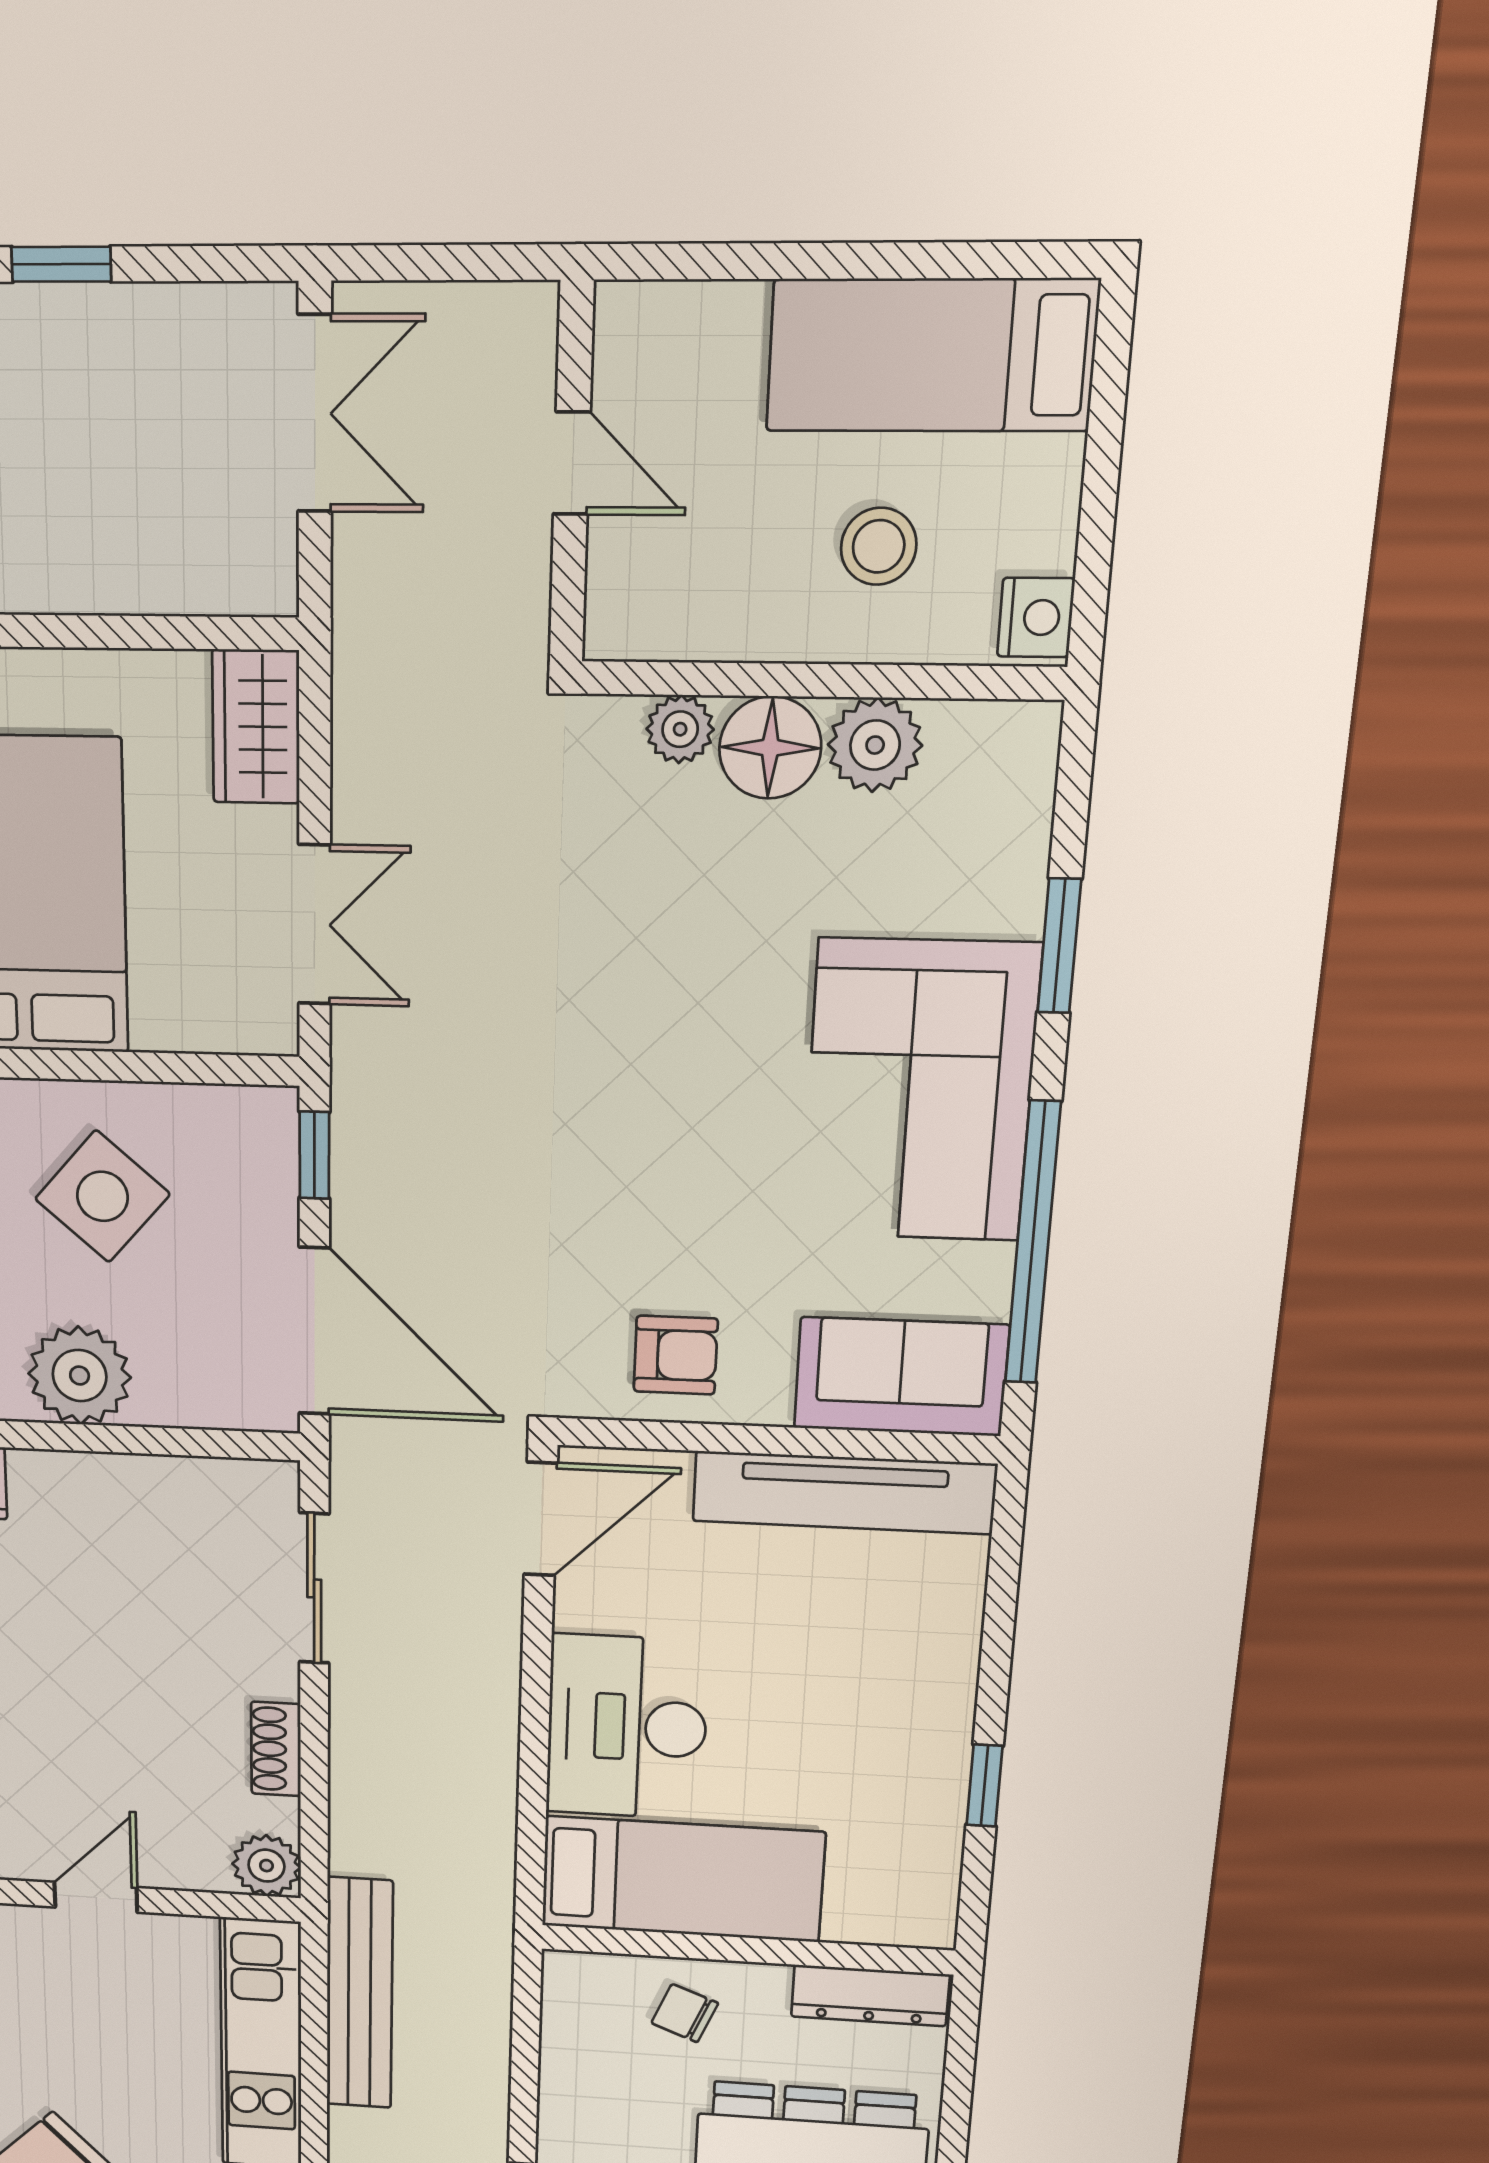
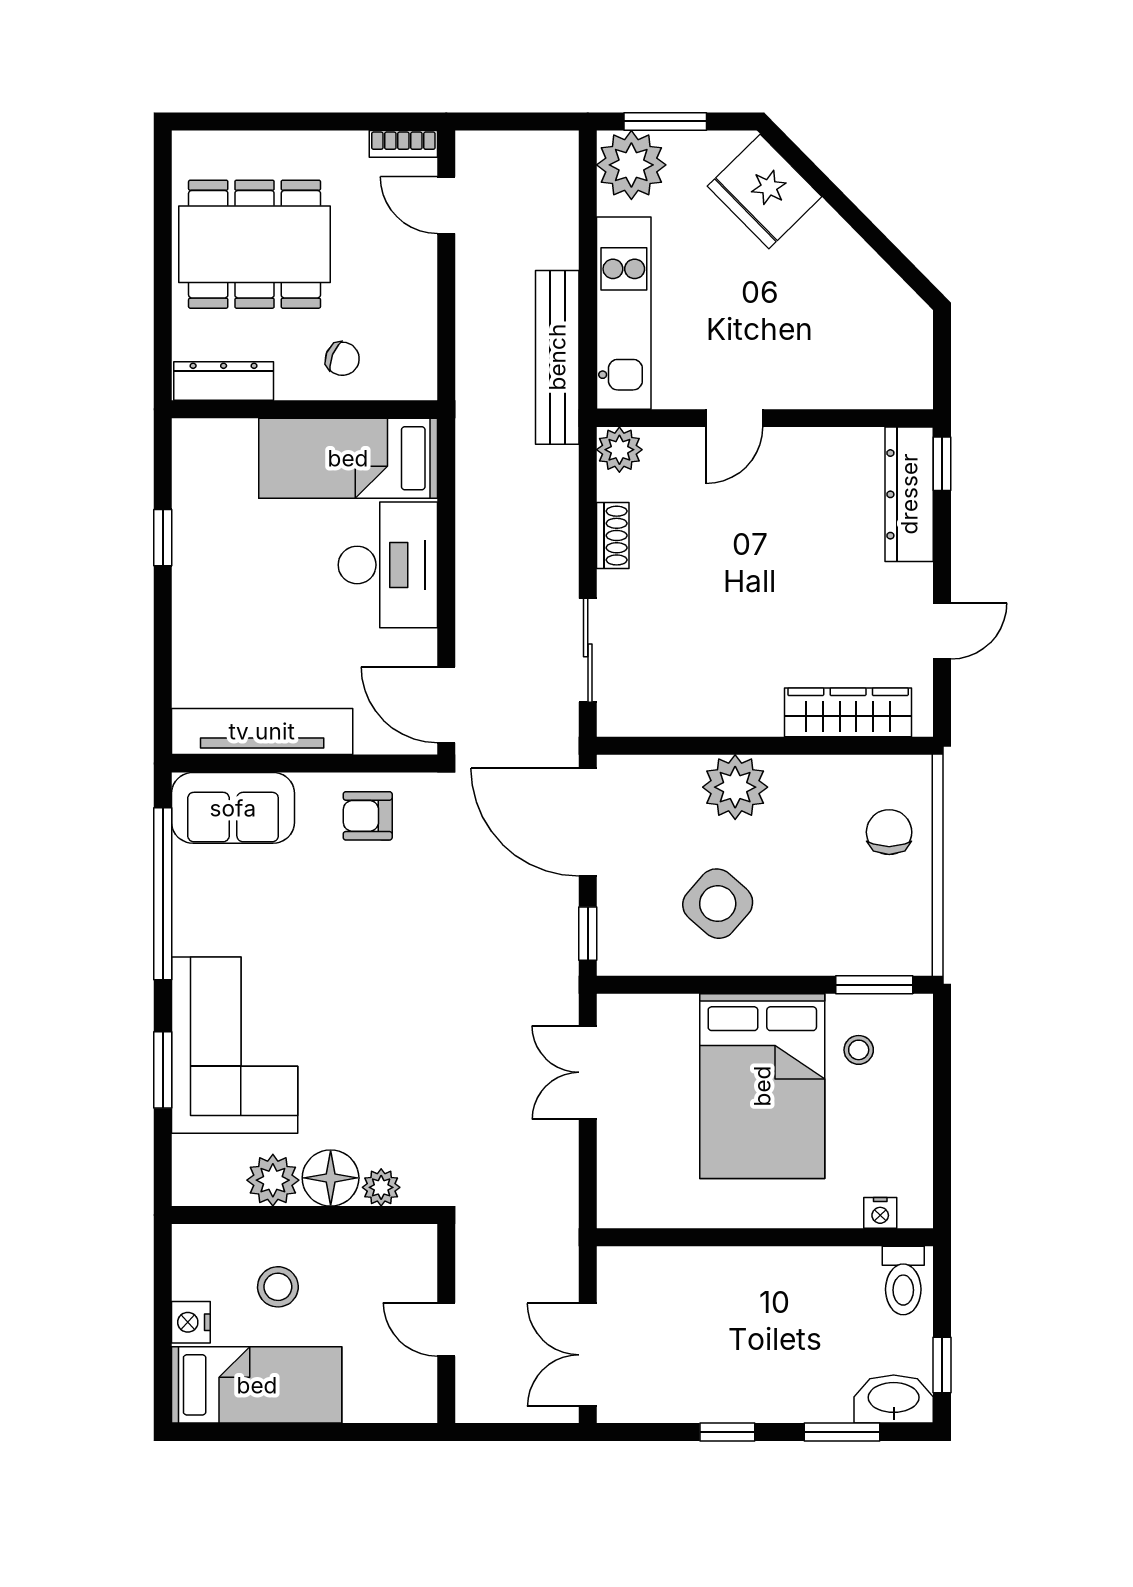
nightstand: (1036, 617) -> (191, 1322), moved
wardrobe: (256, 727) -> (622, 1185), removed
corner sofa: (919, 1091) -> (235, 1045), moved
door: (541, 1519) -> (446, 705), hinge flipped

